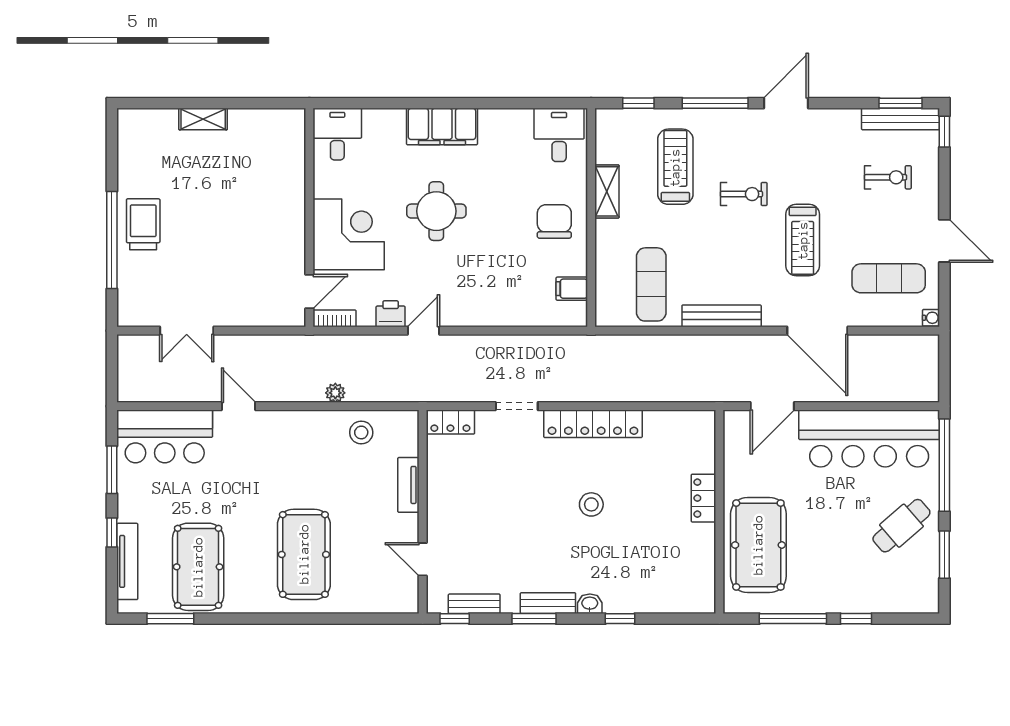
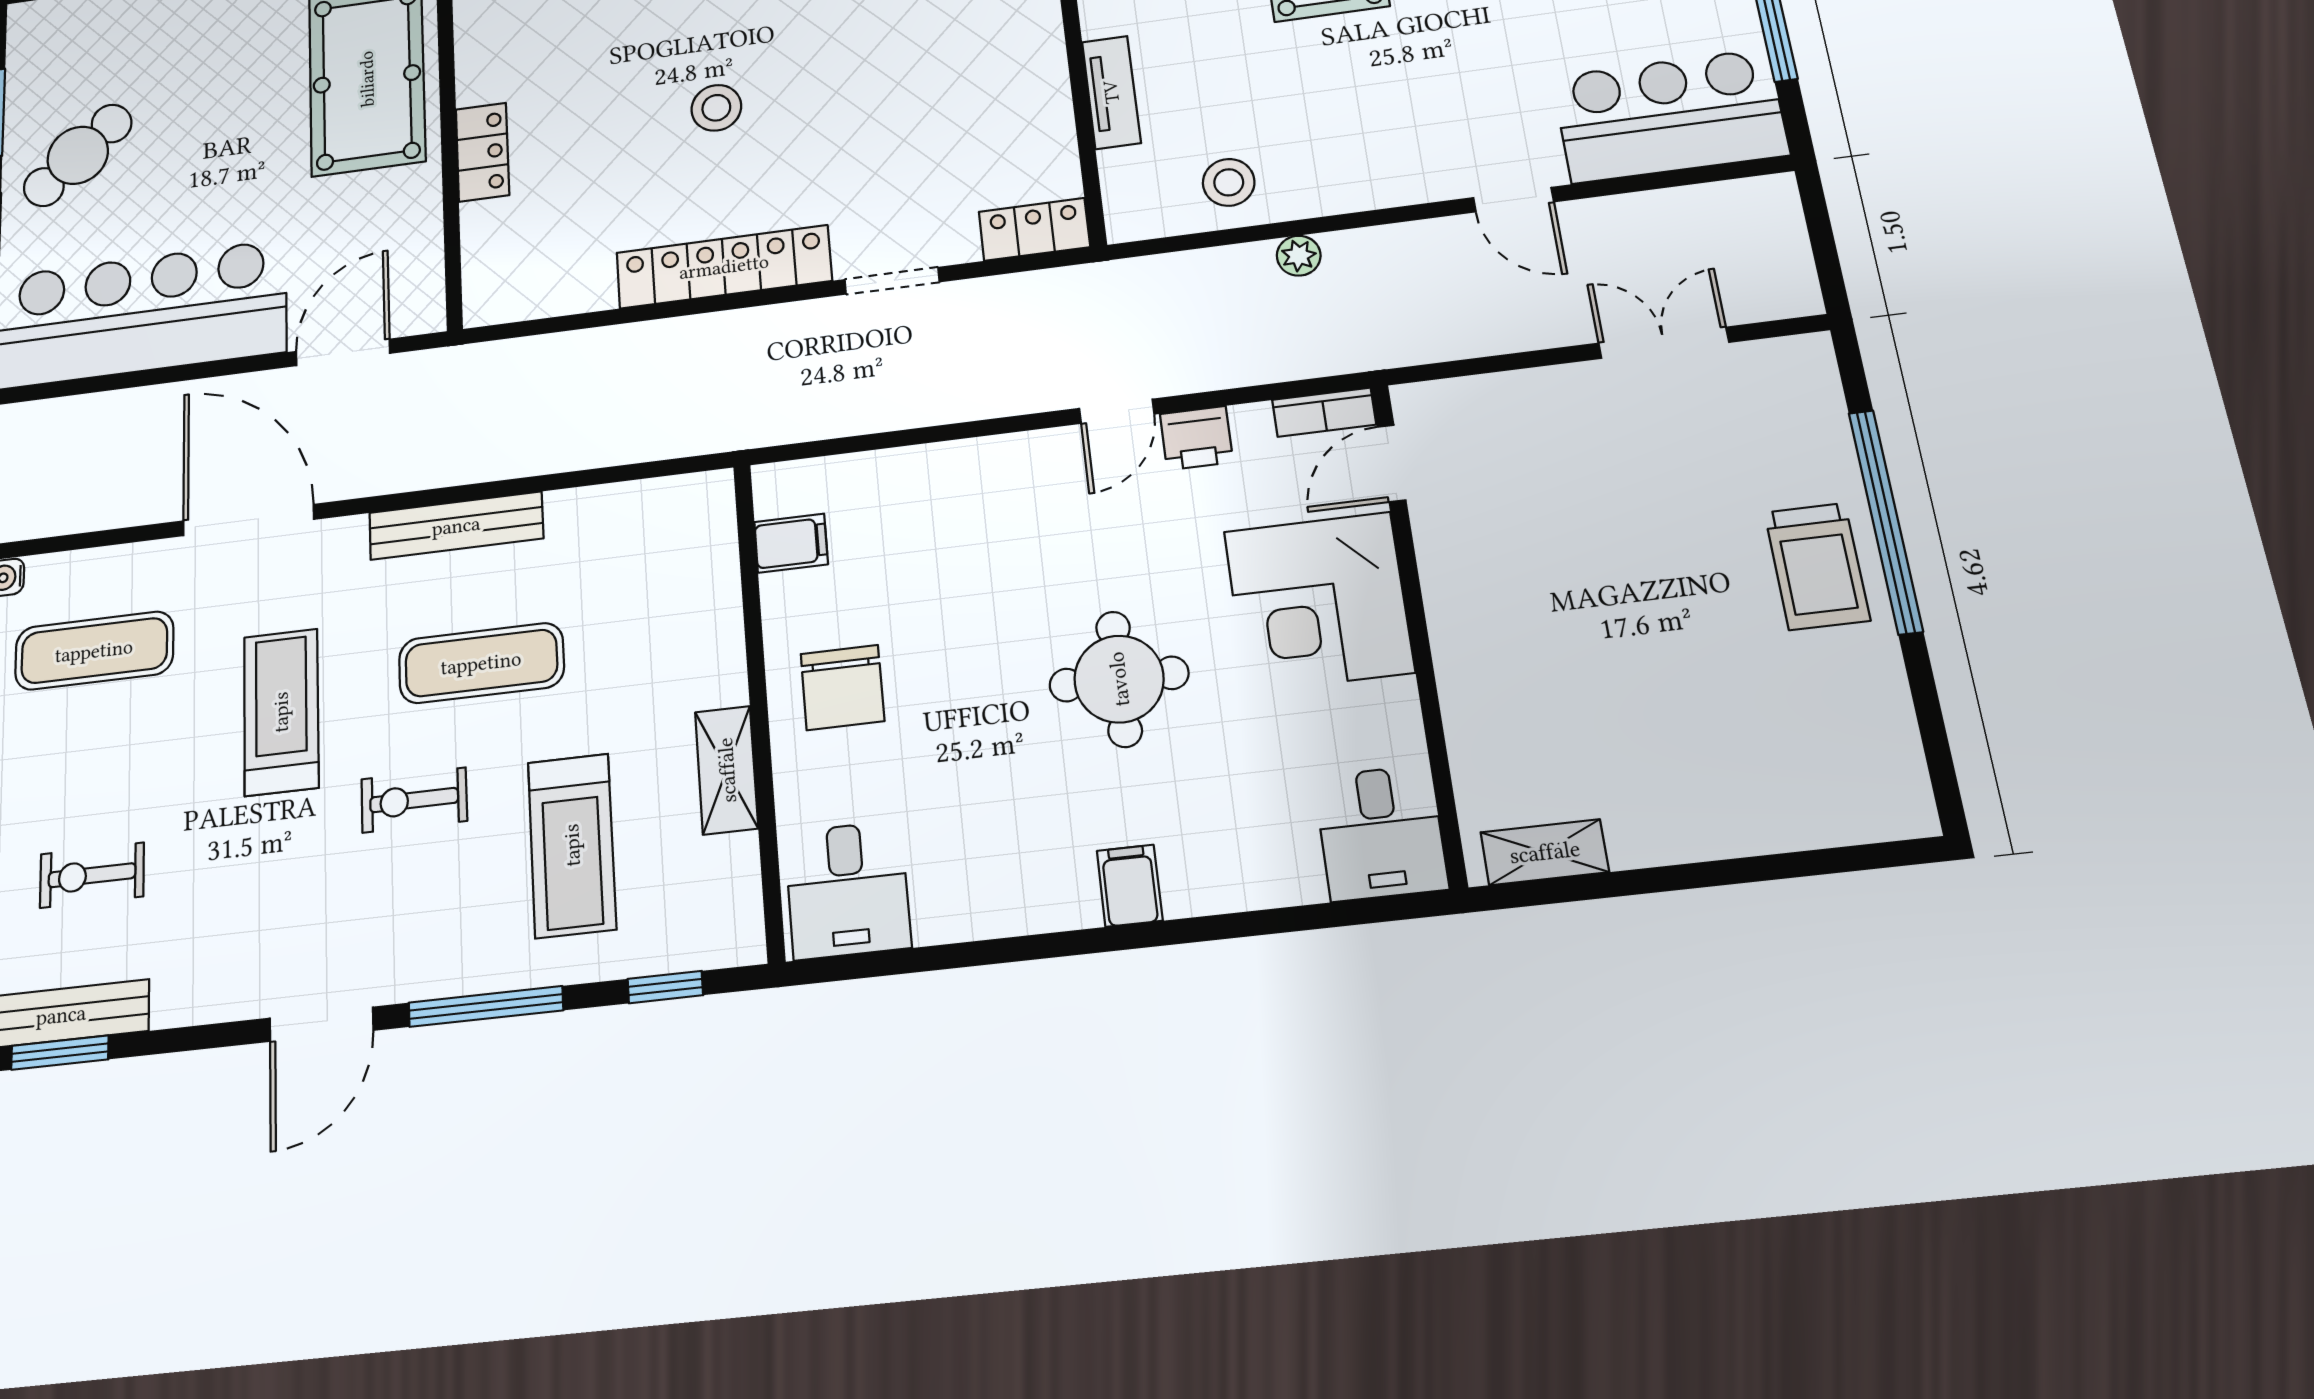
shelving: (203, 119) -> (1545, 852), moved
filing cabinet: (442, 126) -> (1130, 886), width x0.33, depth x0.86
exercise mat: (651, 284) -> (481, 663), moved, turned 90

